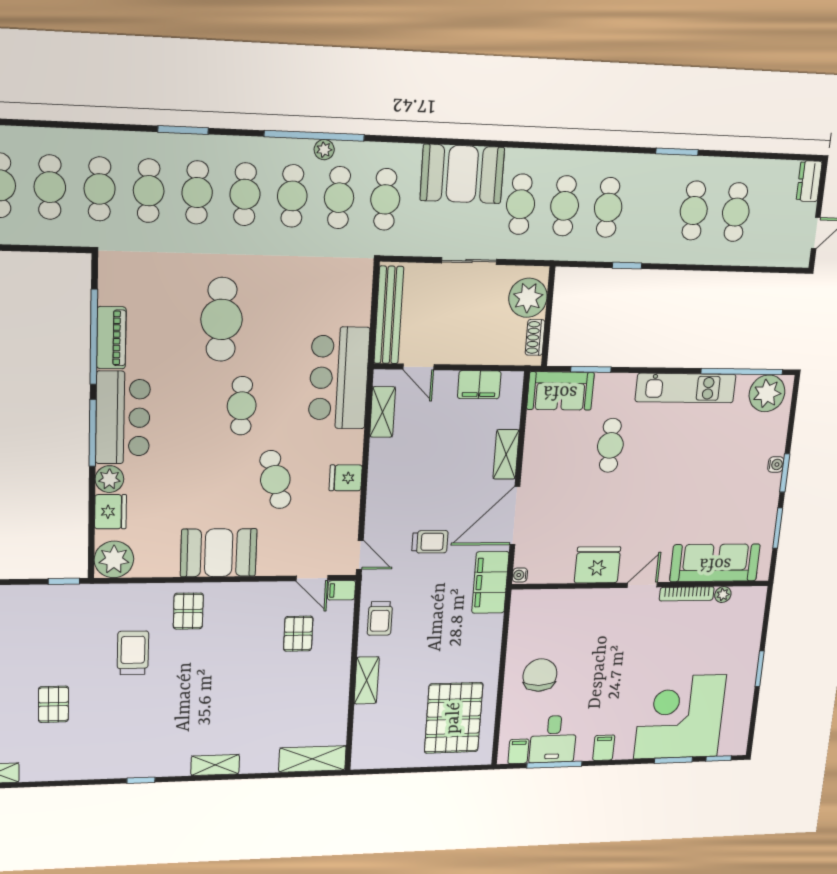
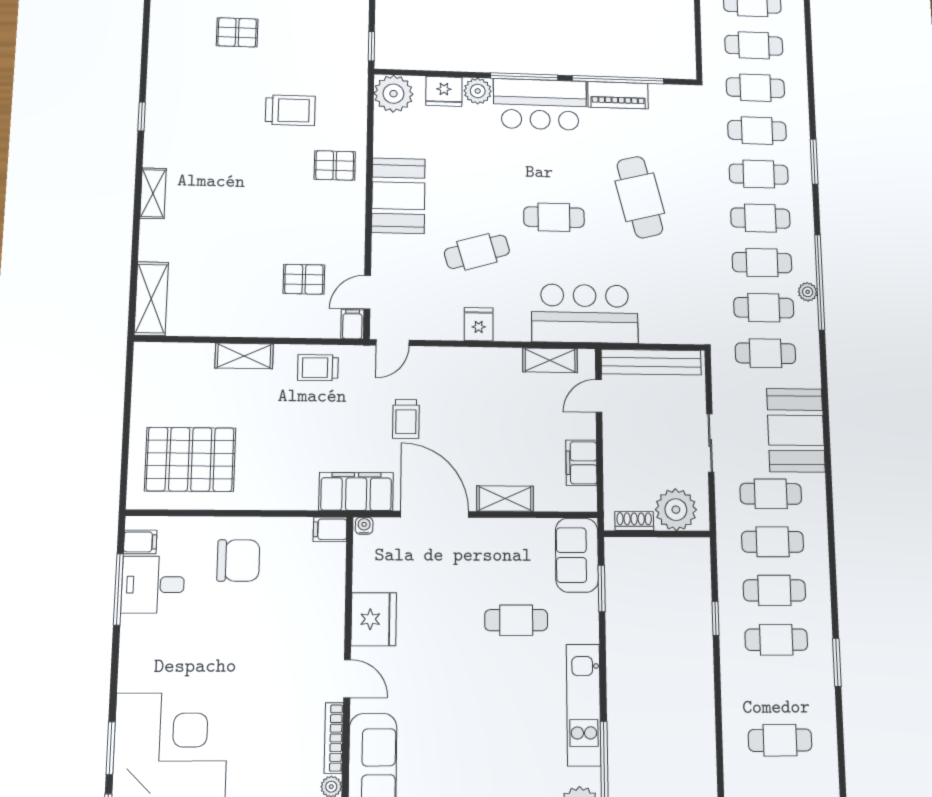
cafe table: (694, 211) -> (776, 640), moved
cafe table: (222, 319) -> (640, 197), turned 76
filing cabinet: (604, 748) -> (330, 529), moved, turned 180

